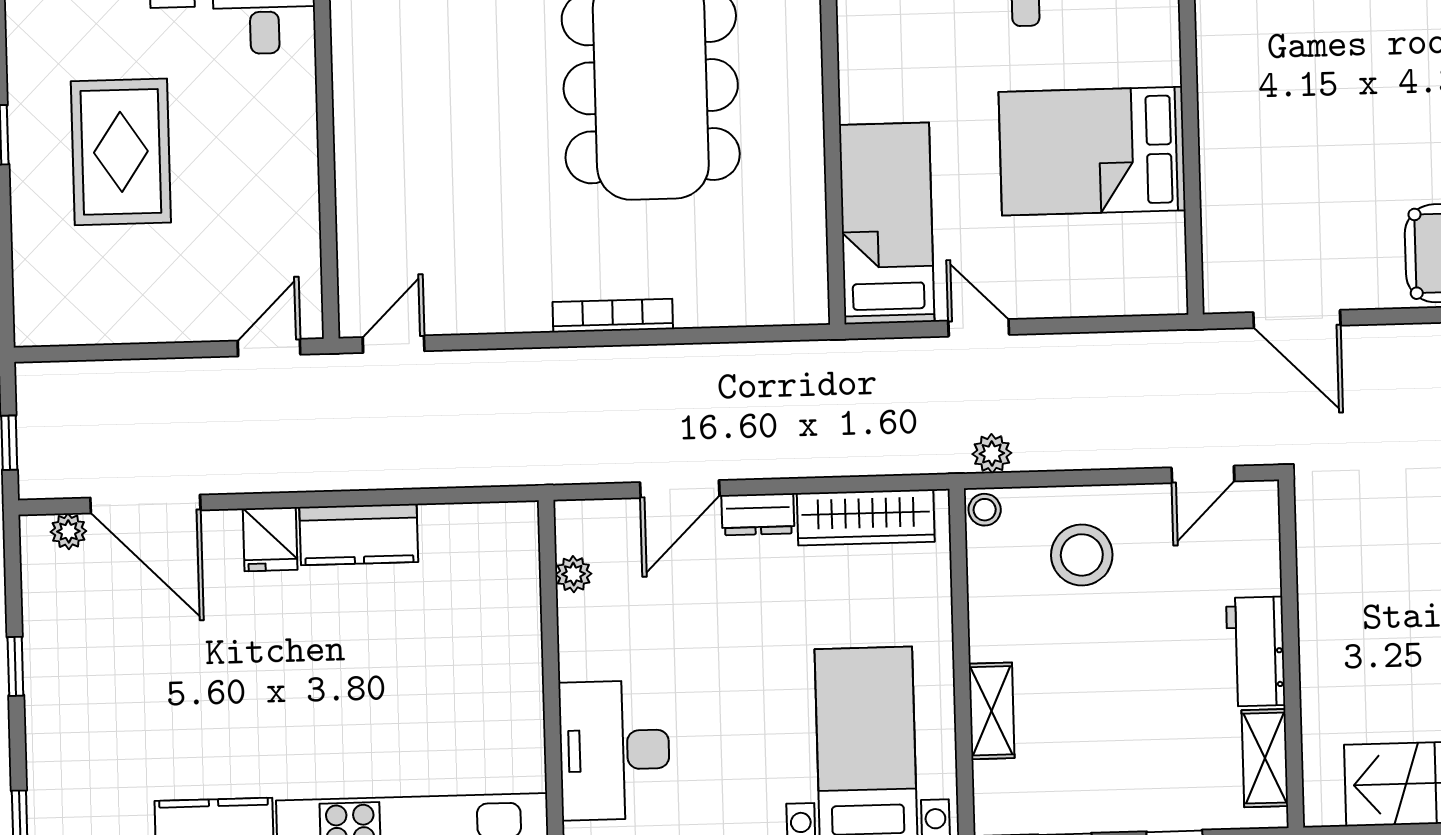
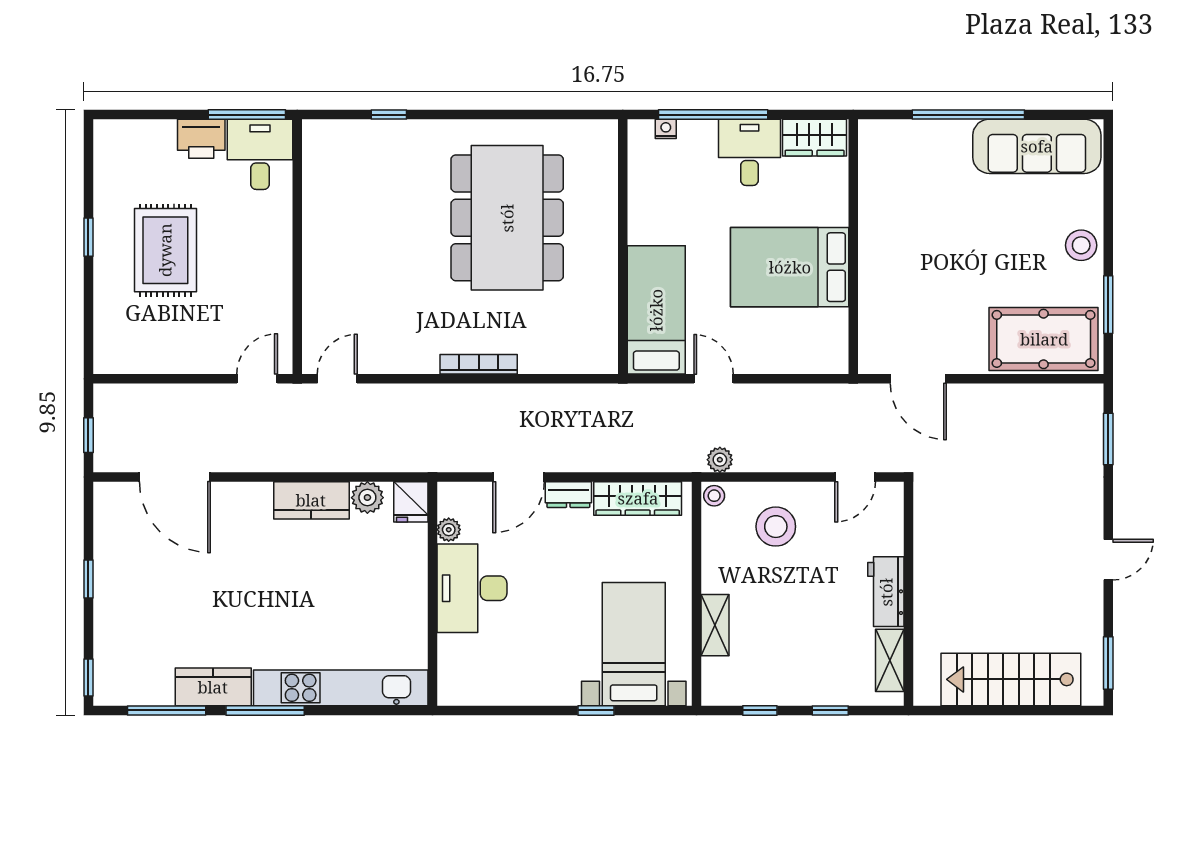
plant: (68, 531) -> (367, 498), moved, width x1.38, depth x1.38
fridge: (270, 539) -> (411, 502), moved
desk: (614, 750) -> (472, 588), moved

